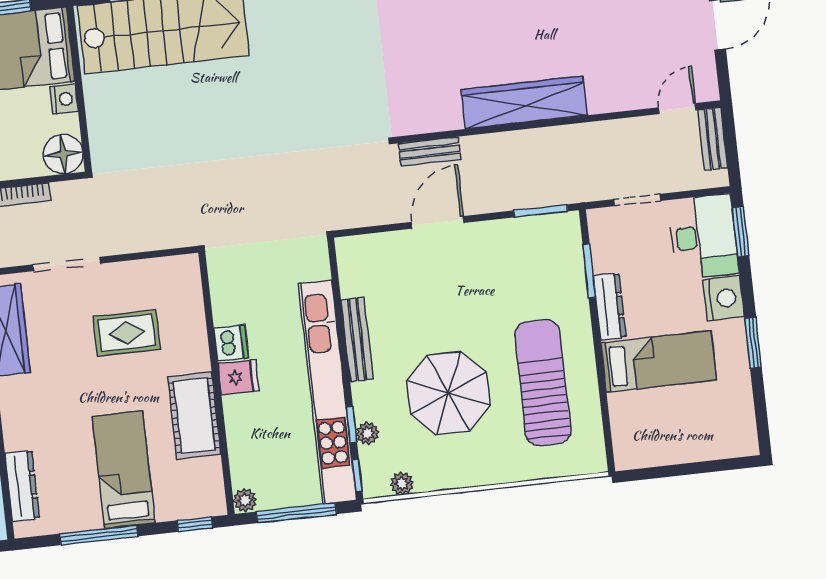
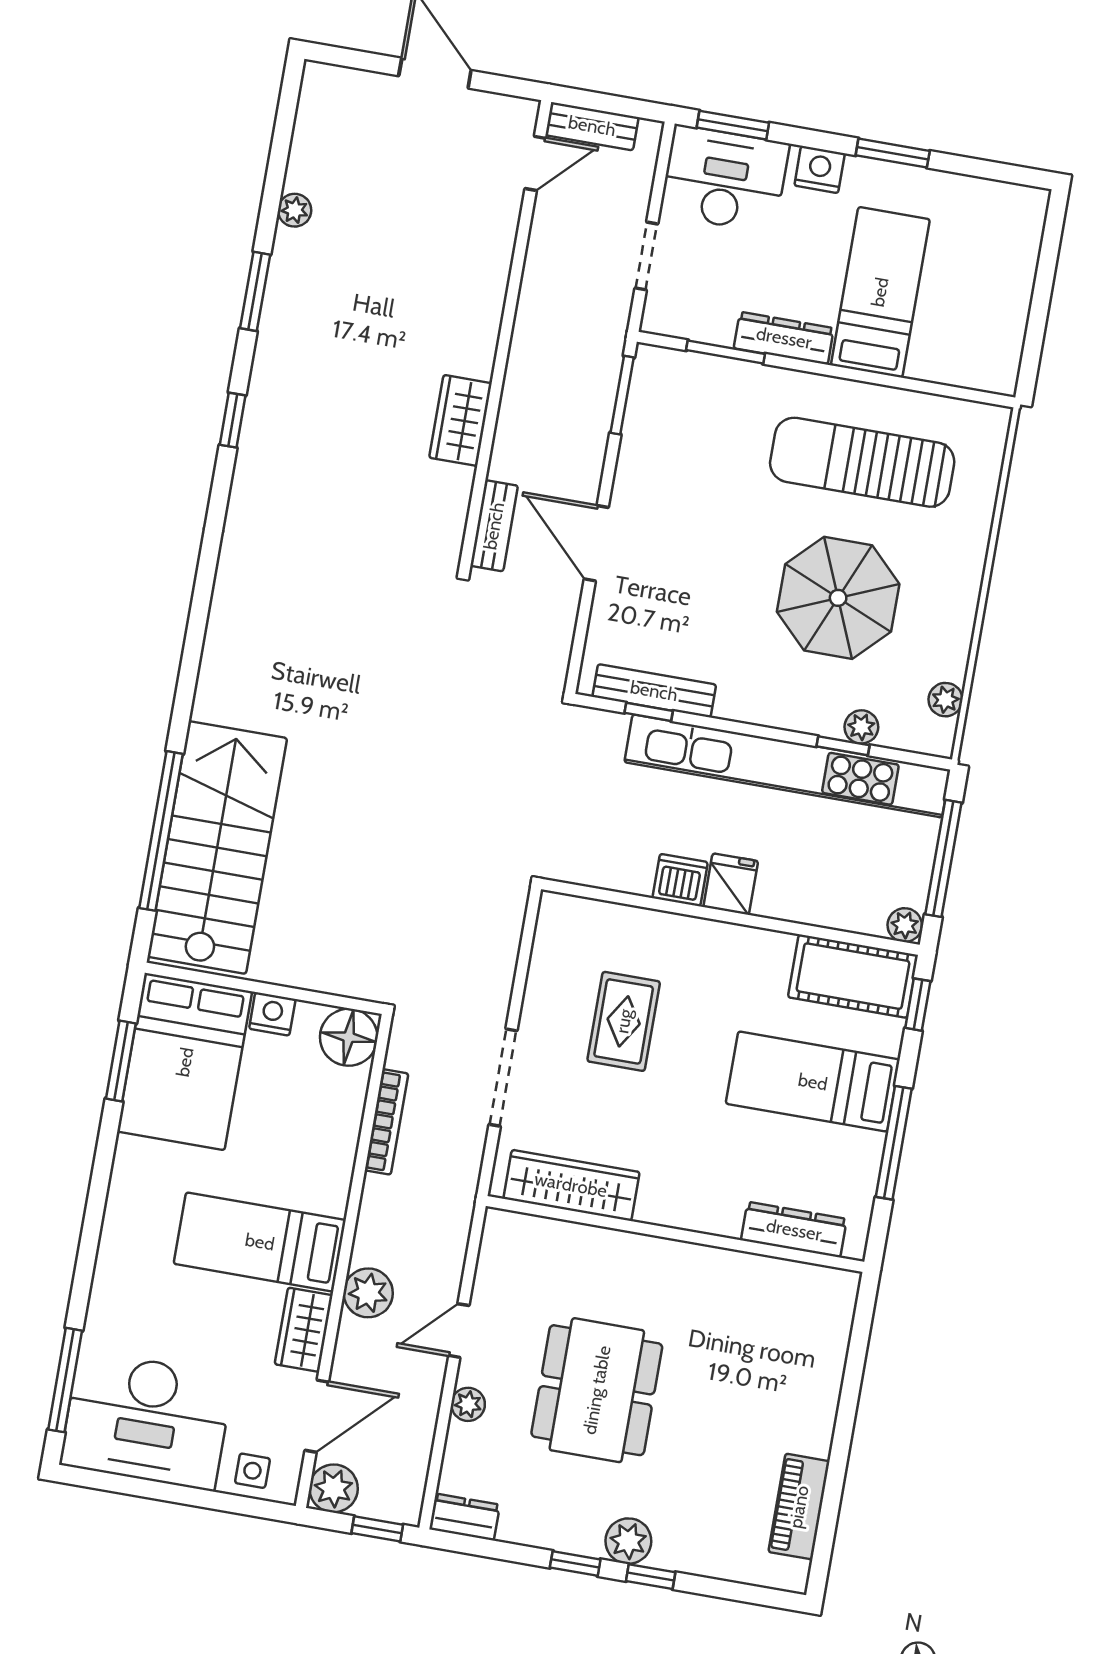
wardrobe: (524, 102) -> (461, 420), width x0.48, depth x0.85
door: (677, 109) -> (535, 163), swing flipped
nightstand: (724, 298) -> (820, 169), width x0.74, depth x0.75
bench: (357, 340) -> (654, 691), moved
cot: (194, 416) -> (853, 976), moved
window: (357, 475) -> (649, 712), moved

